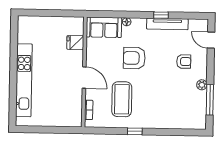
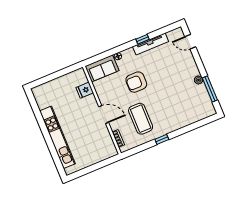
armchair: (184, 61) -> (176, 68), removed

